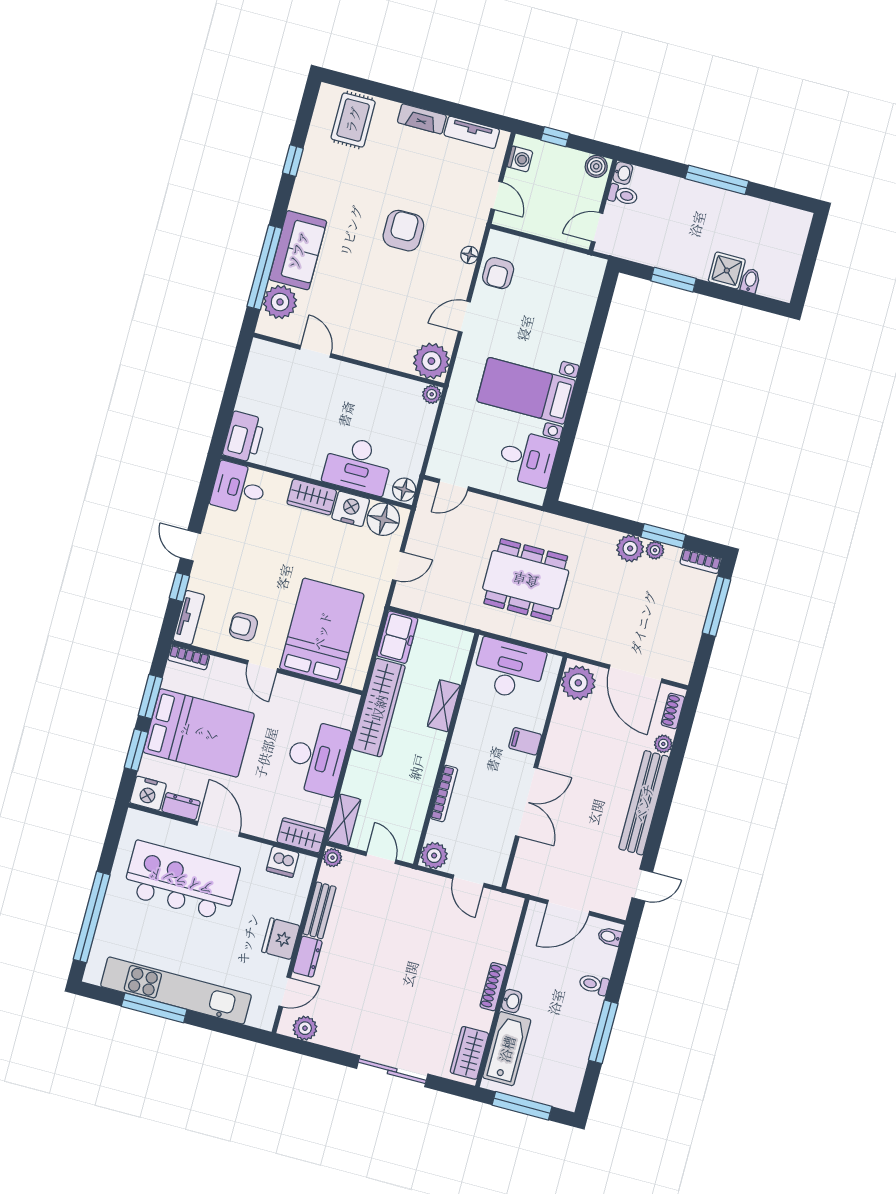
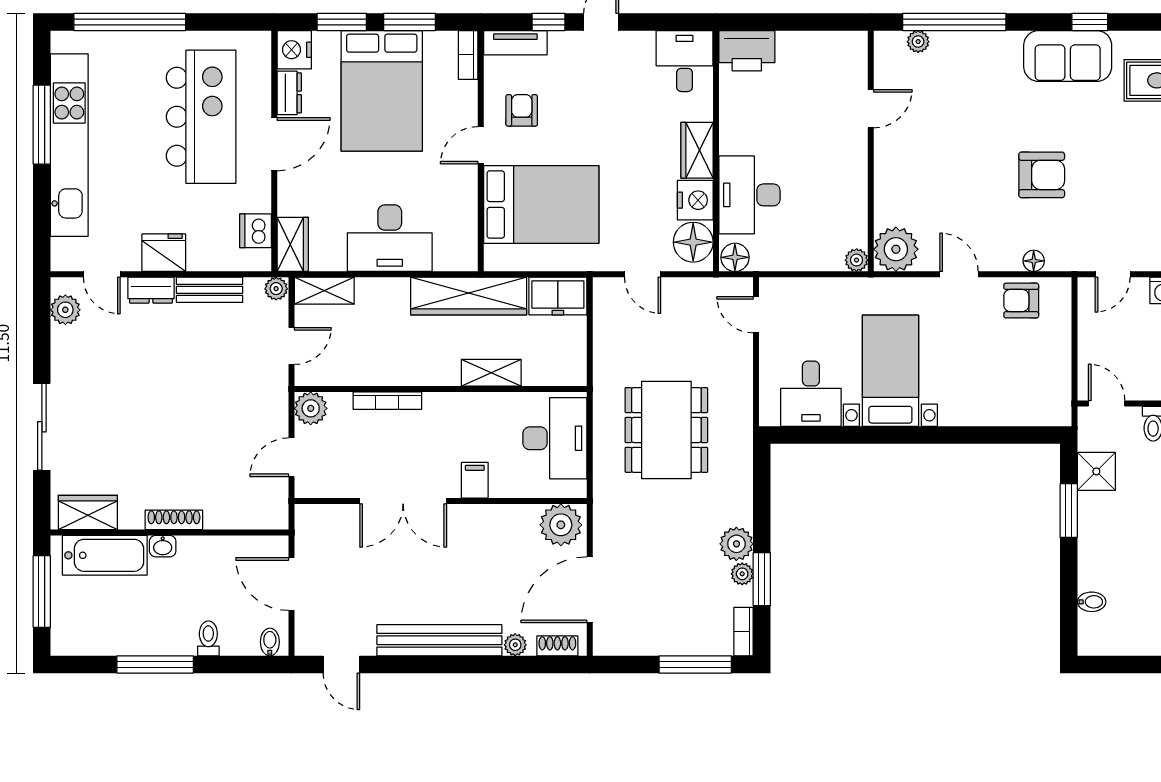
sofa: (298, 250) -> (1068, 56), moved
shower: (727, 270) -> (1096, 471), moved
plant: (280, 302) -> (918, 42), width x0.53, depth x0.53

